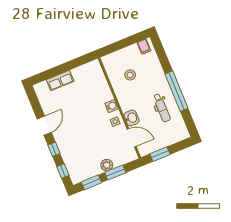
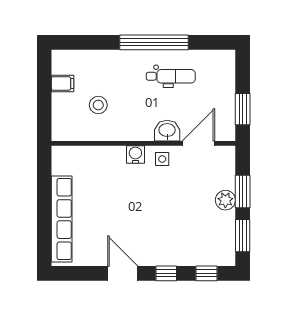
filing cabinet: (144, 47) -> (63, 83), moved
row of seats: (60, 80) -> (62, 219), width x2.02

